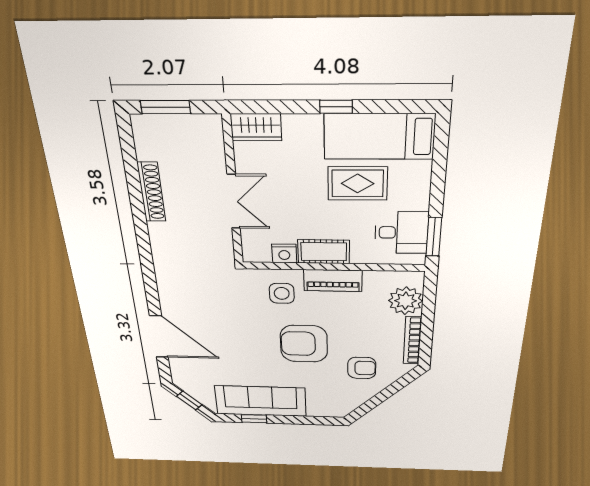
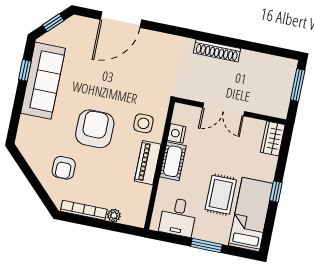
shoe rack: (151, 192) -> (217, 51), moved
window: (434, 237) -> (207, 246), moved
plant: (406, 301) -> (114, 215), width x0.53, depth x0.53

